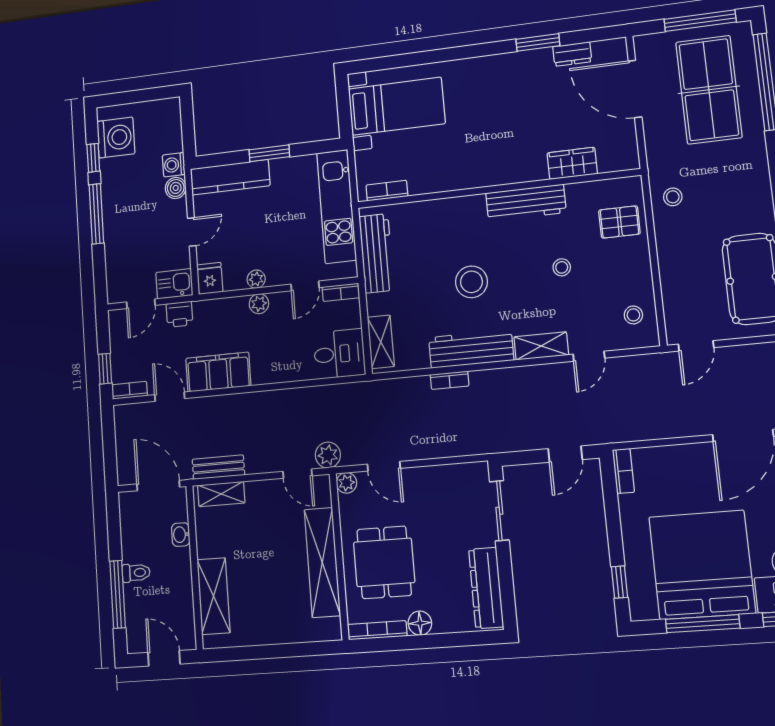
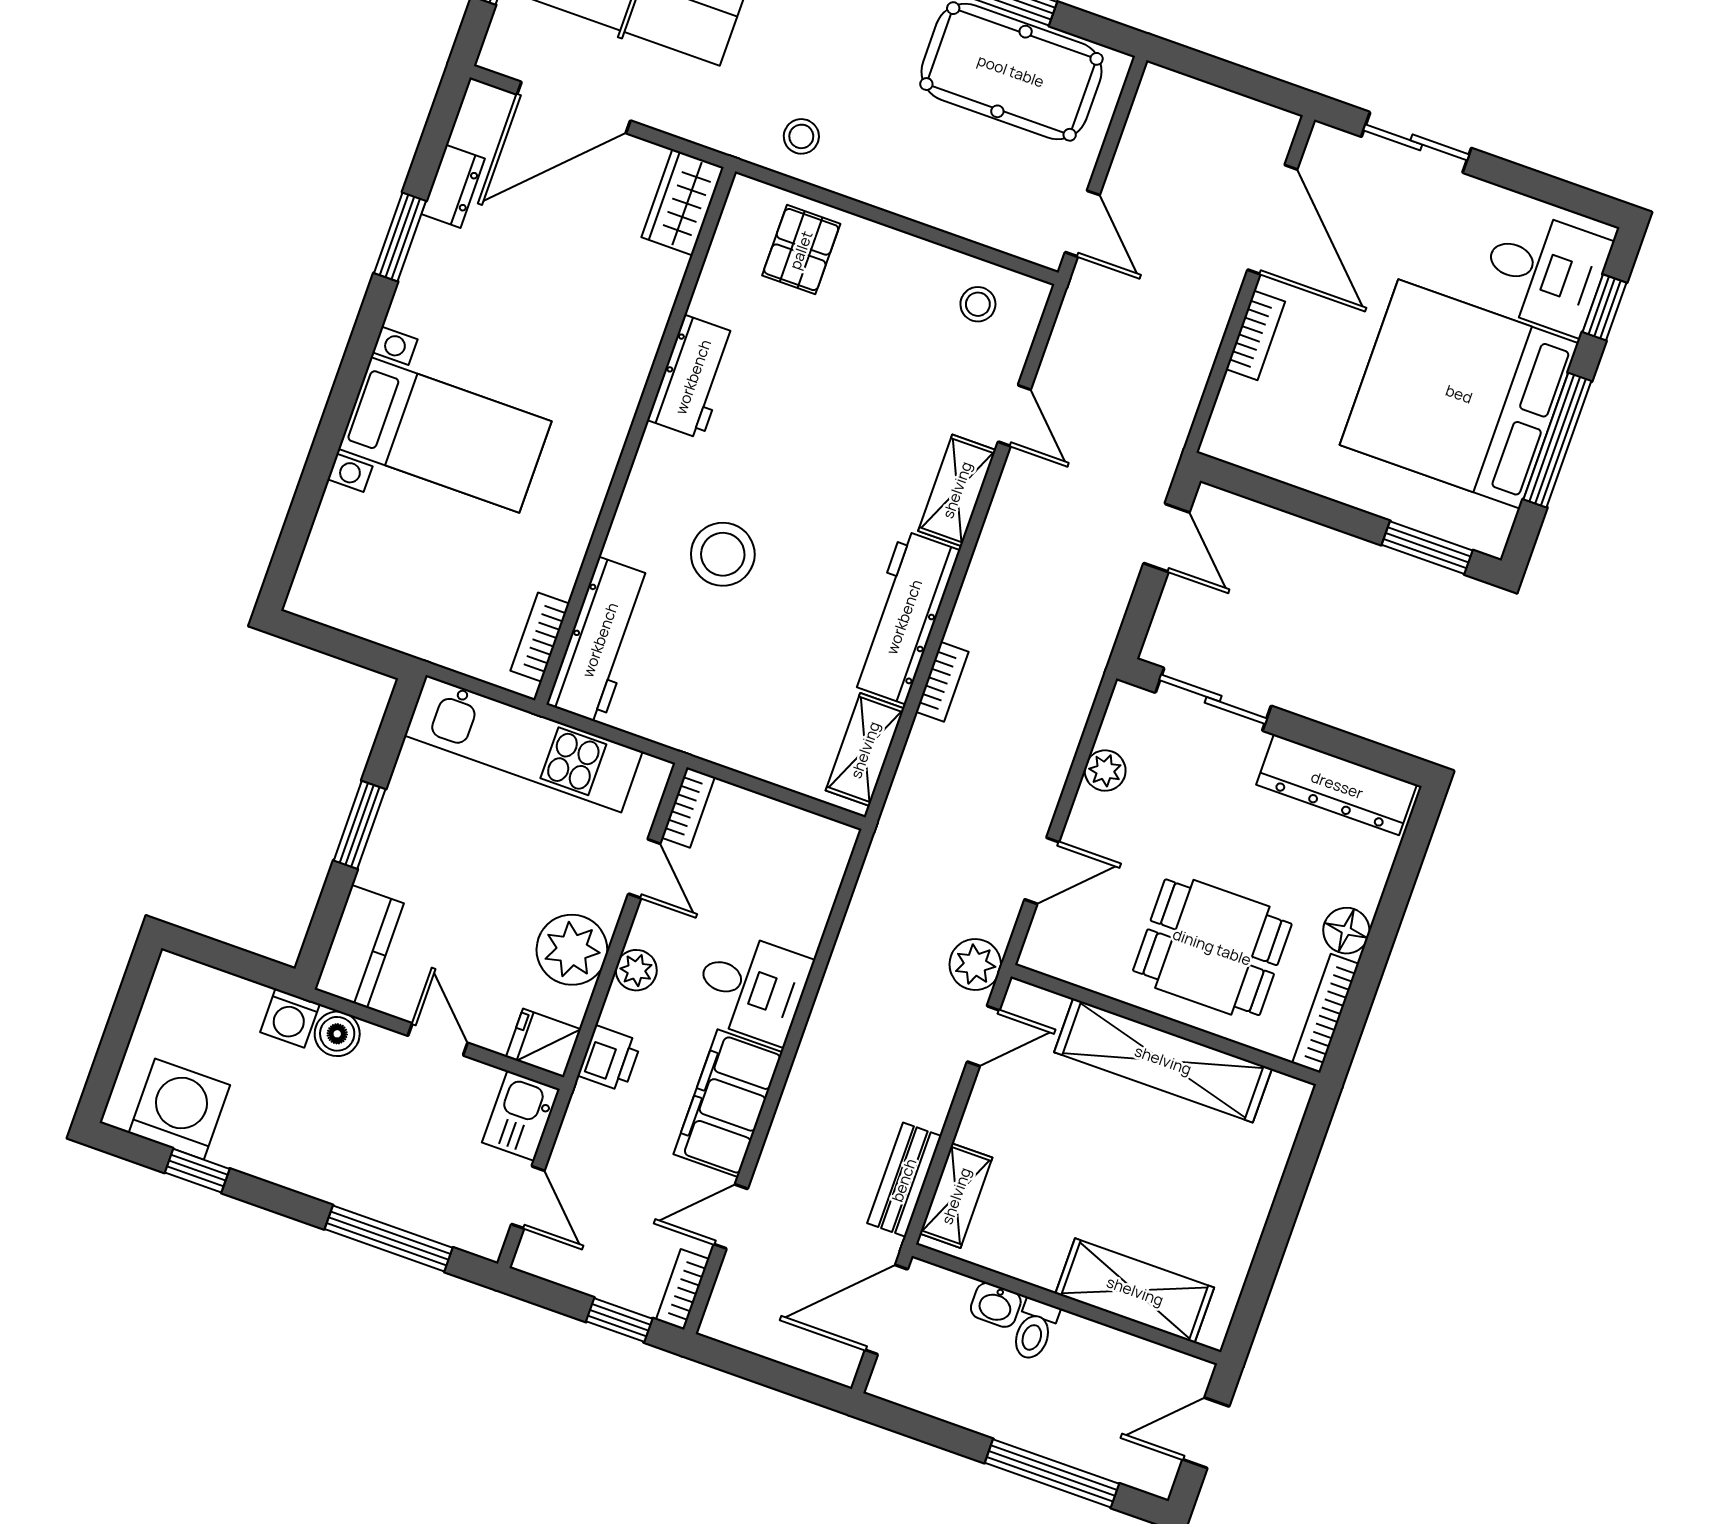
bed with nightstands: (397, 106) -> (445, 435), moved, turned 90
wardrobe: (572, 163) -> (683, 202), moved
kitchen counter: (230, 177) -> (359, 946), width x0.67
workbench: (526, 203) -> (693, 377), width x0.73
window: (96, 214) -> (389, 1238), moved
workbench: (376, 253) -> (600, 640), moved, turned 90
stool: (562, 267) -> (834, 389), removed
plant: (256, 279) -> (572, 950), width x1.87, depth x1.87
stool: (471, 282) -> (723, 554), moved
printer: (179, 314) -> (610, 1058), moved
shelving: (381, 342) -> (865, 750), moved, turned 90
desk: (339, 354) -> (752, 987), moved, turned 90
bookcase: (623, 471) -> (1255, 335), moved, turned 90
plant: (346, 483) -> (1105, 771), moved
toilet: (136, 573) -> (1034, 1330), moved, turned 180
window: (619, 582) -> (1427, 548), width x1.50

